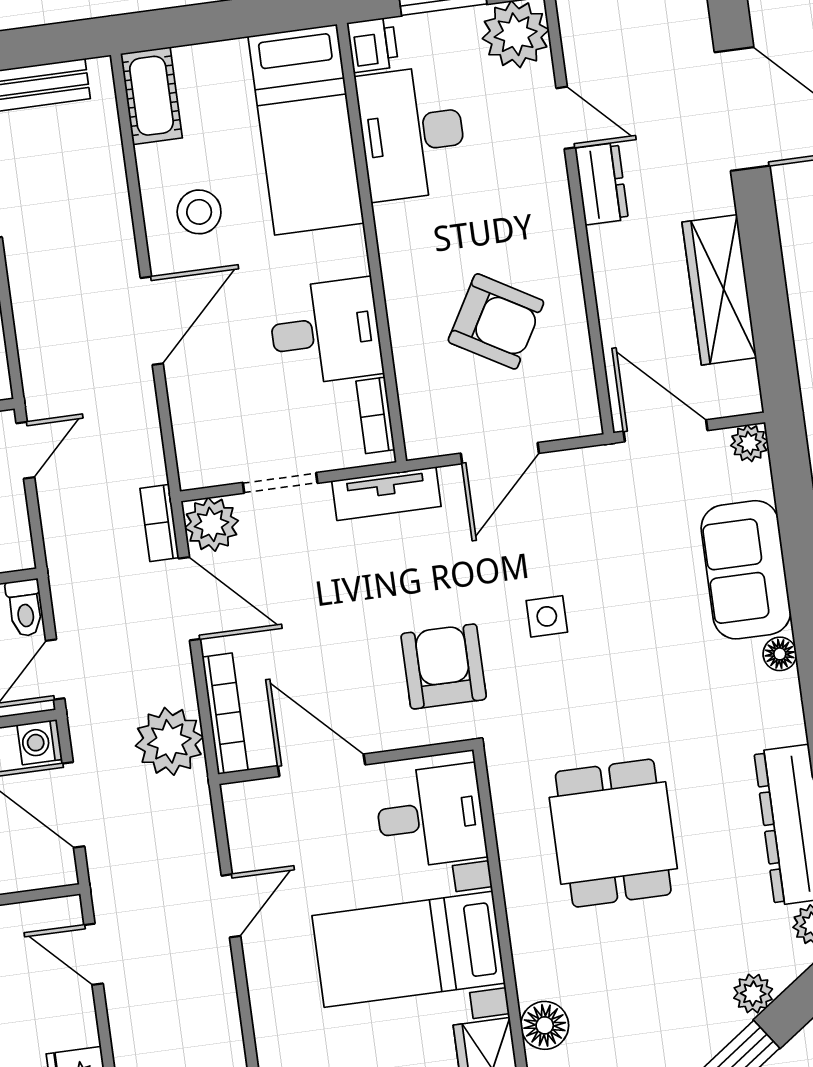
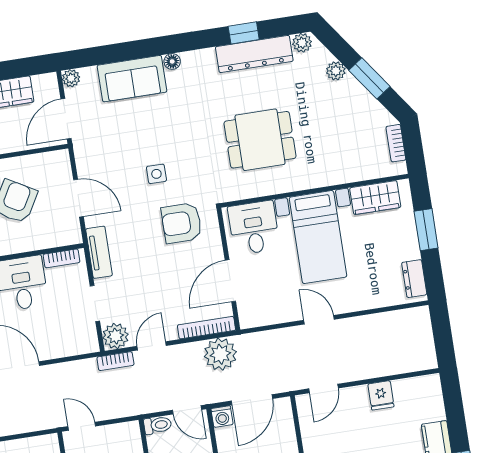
door: (189, 599) -> (152, 346), width x0.73
door: (231, 906) -> (319, 320), moved
floor lamp: (545, 1025) -> (353, 171), removed

